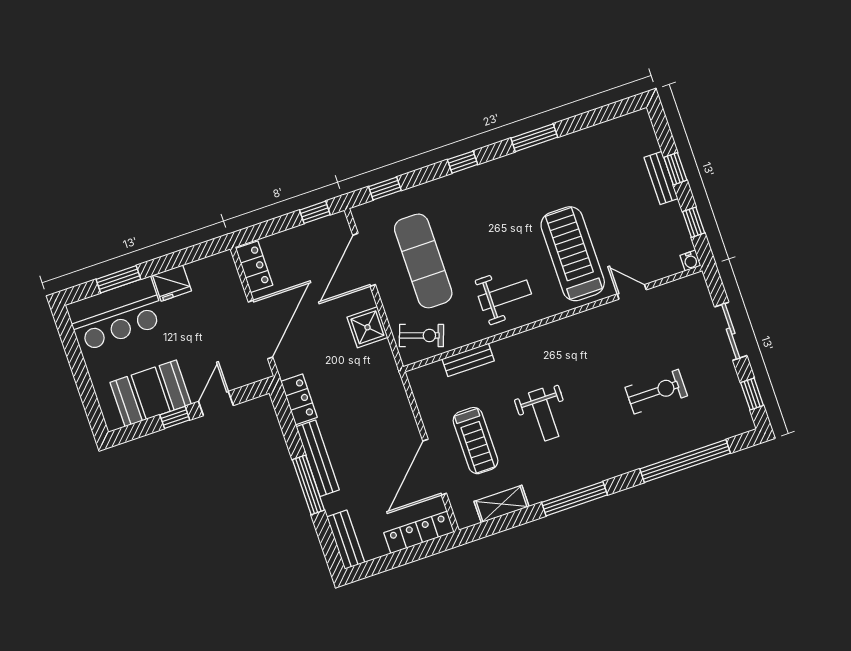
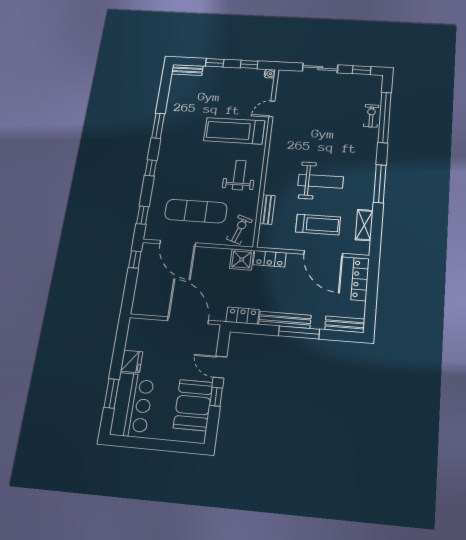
bench: (661, 178) -> (187, 70), moved
locker: (254, 267) -> (270, 259), moved, turned 180
shower: (367, 327) -> (242, 259), moved
exercise bike: (656, 392) -> (371, 116), moved, width x0.73, depth x0.72
weight bench: (544, 415) -> (321, 181), width x1.36, depth x1.33

